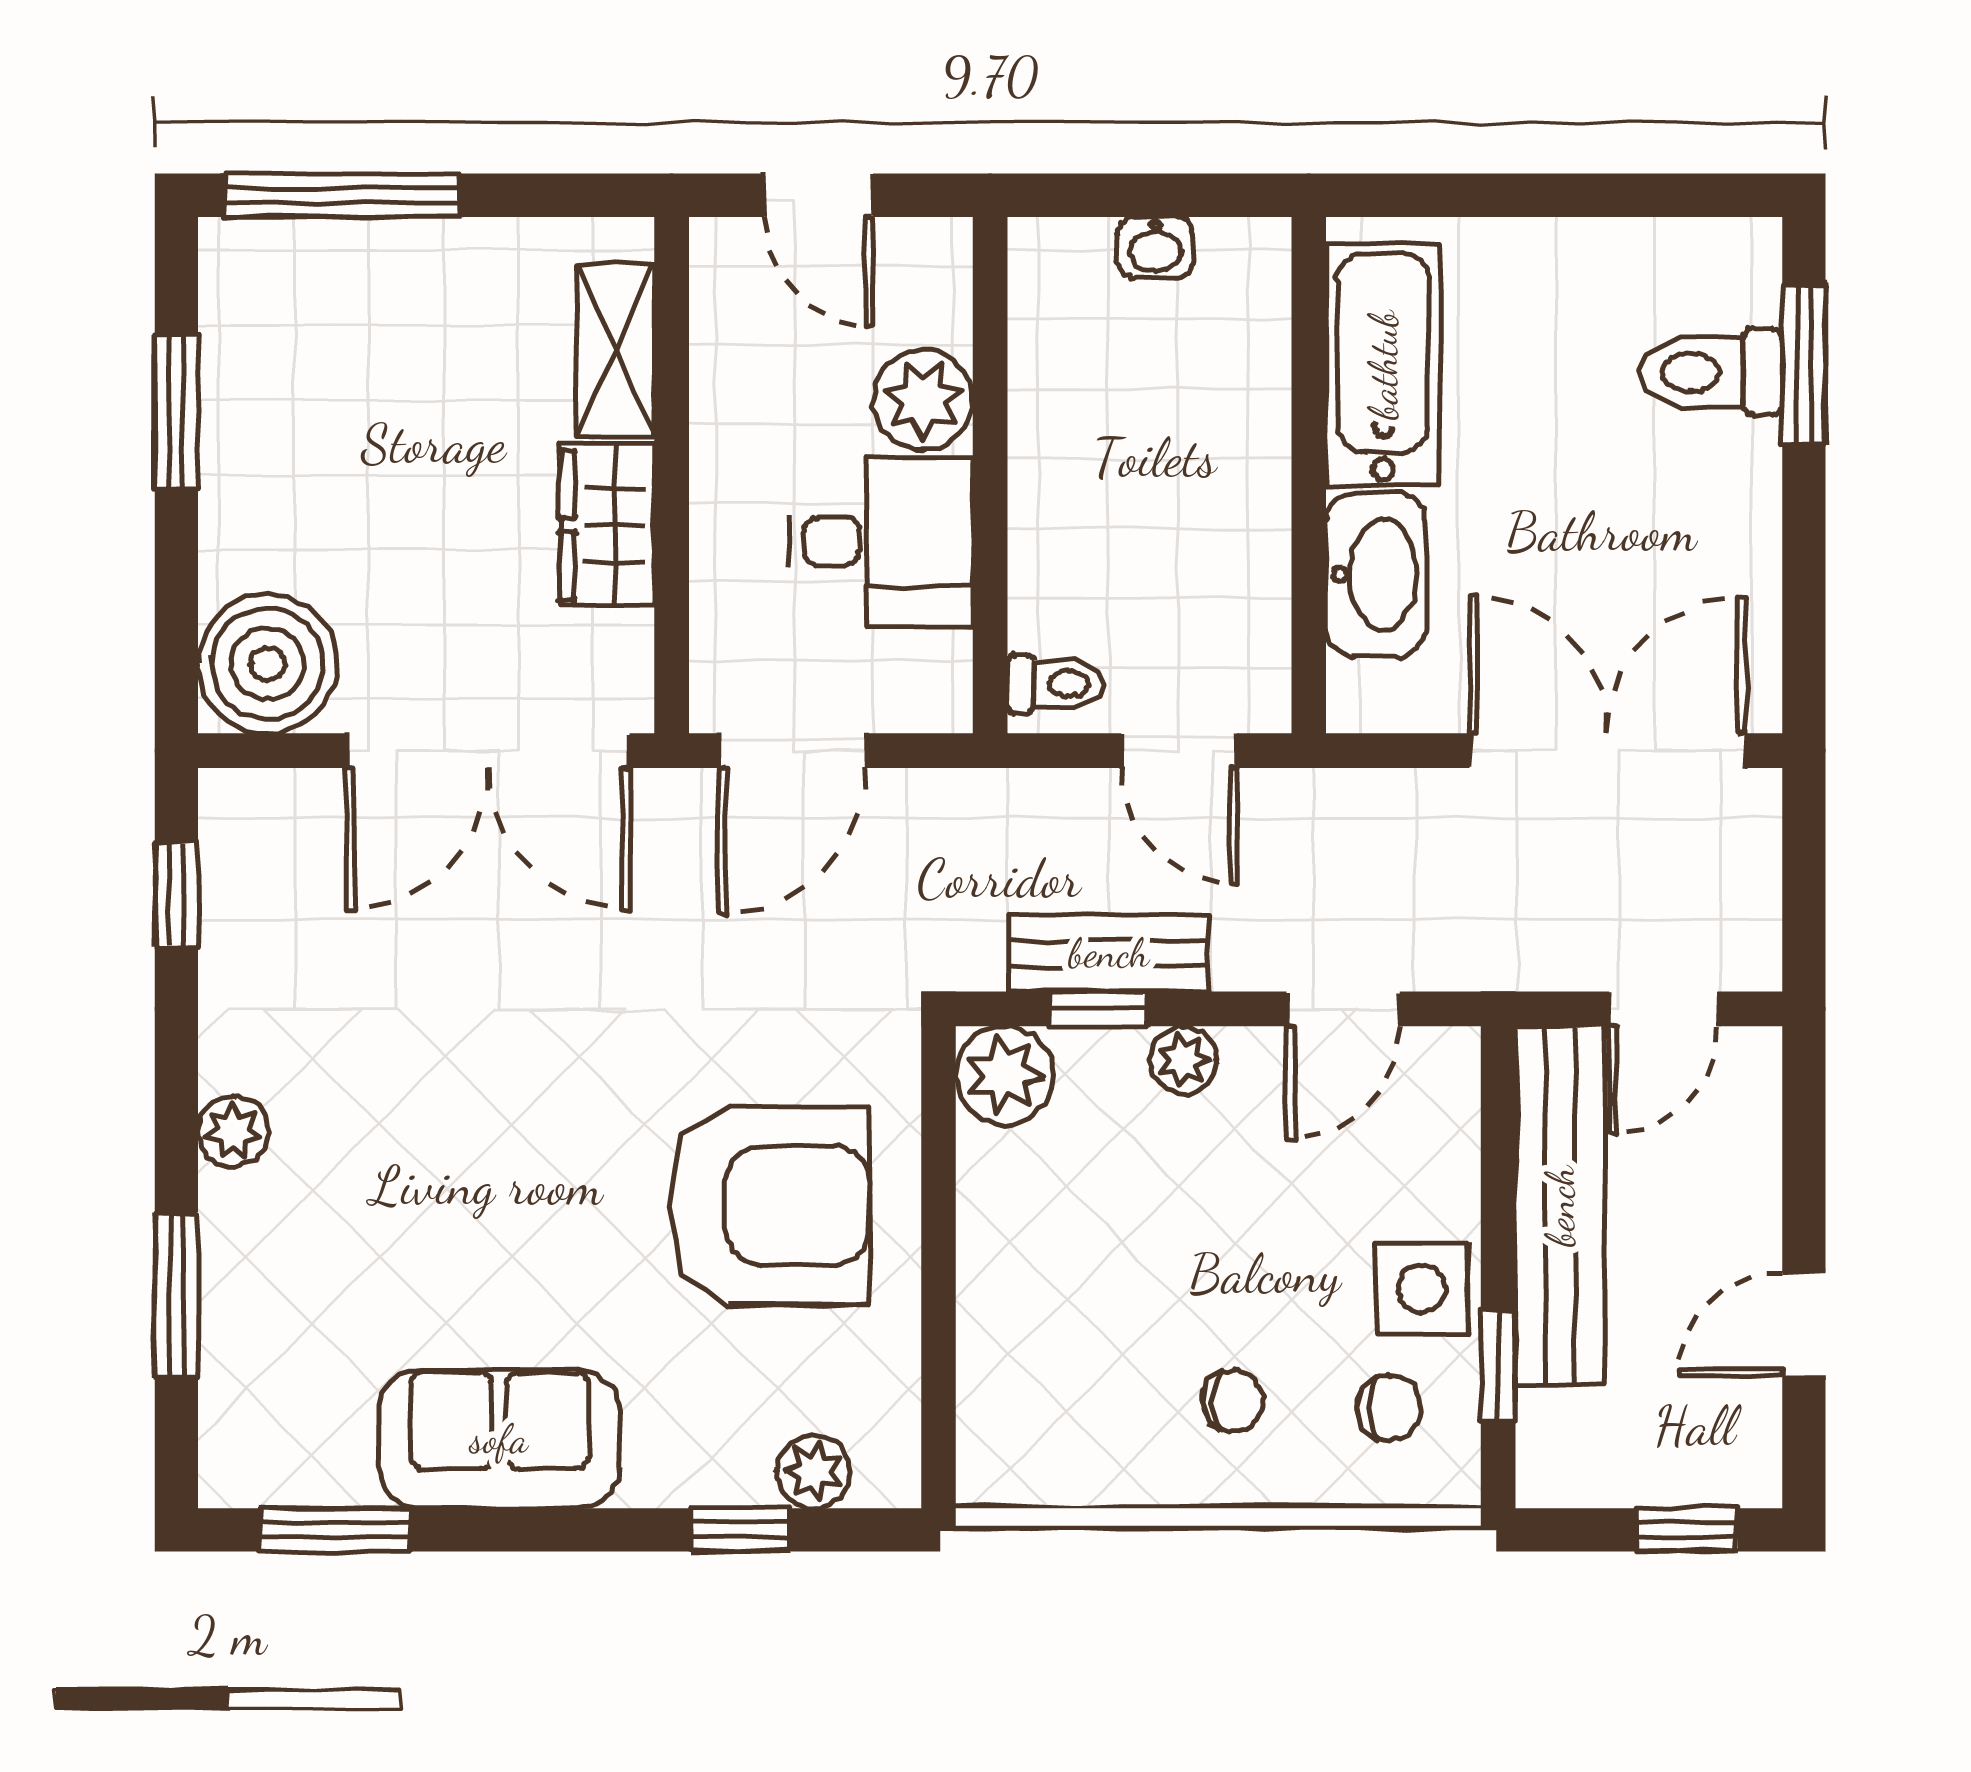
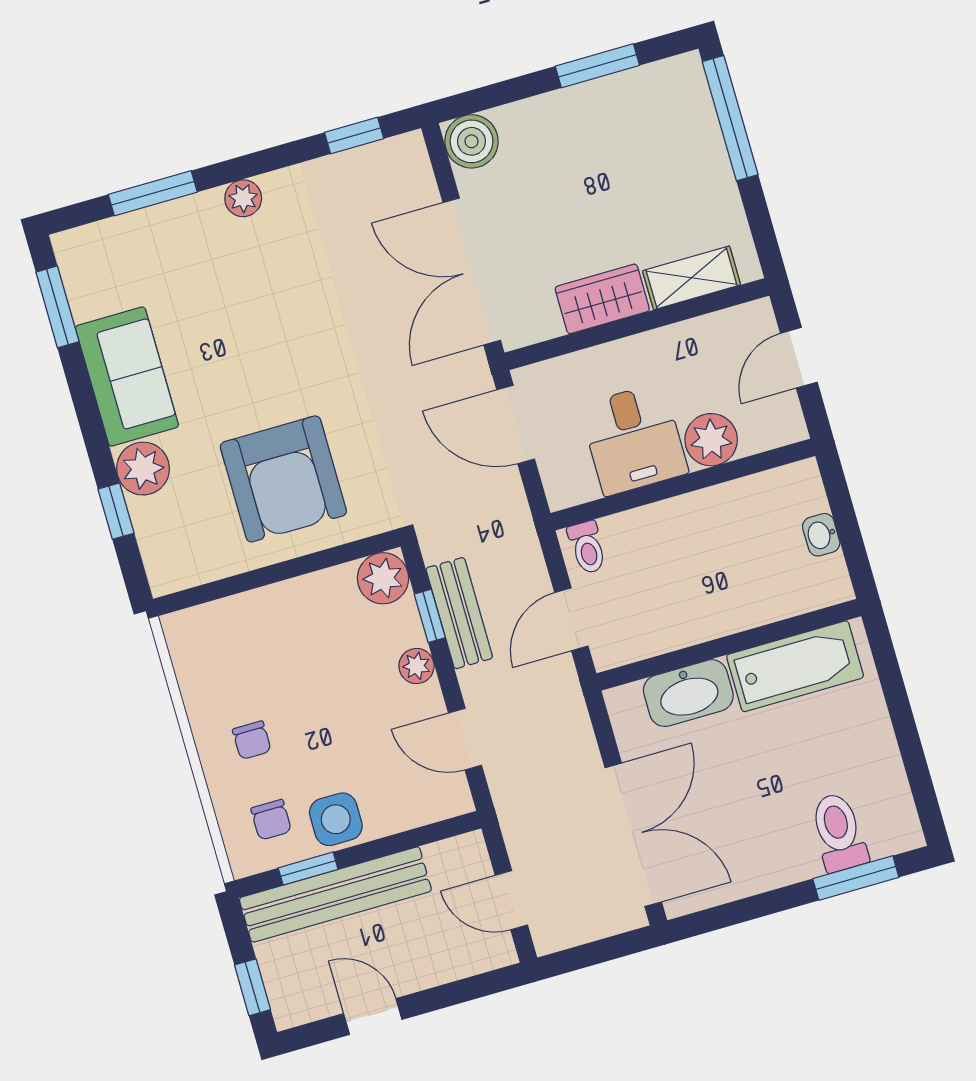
boiler: (268, 664) -> (471, 141), width x0.73, depth x0.73
bench: (1560, 1206) -> (335, 894), moved
plant: (814, 1472) -> (143, 469), moved, width x1.38, depth x1.38

